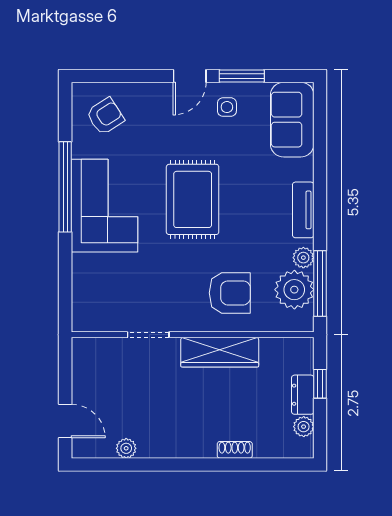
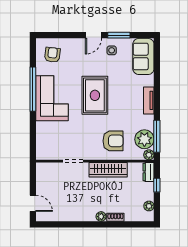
armchair: (105, 116) -> (52, 55), turned -50
plant: (303, 258) -> (149, 155), moved
dresser: (303, 395) -> (149, 172), moved
plant: (126, 448) -> (101, 217), moved

